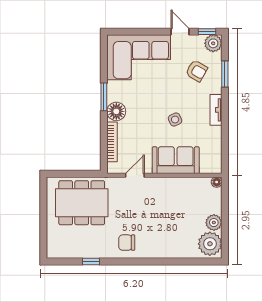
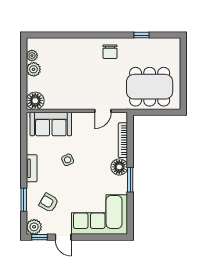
sofa: (176, 160) -> (51, 124), moved
floor lamp: (217, 182) -> (35, 101), width x1.89, depth x1.89
chair: (127, 243) -> (110, 52), turned 90
plant: (210, 244) -> (32, 56), width x0.53, depth x0.53

